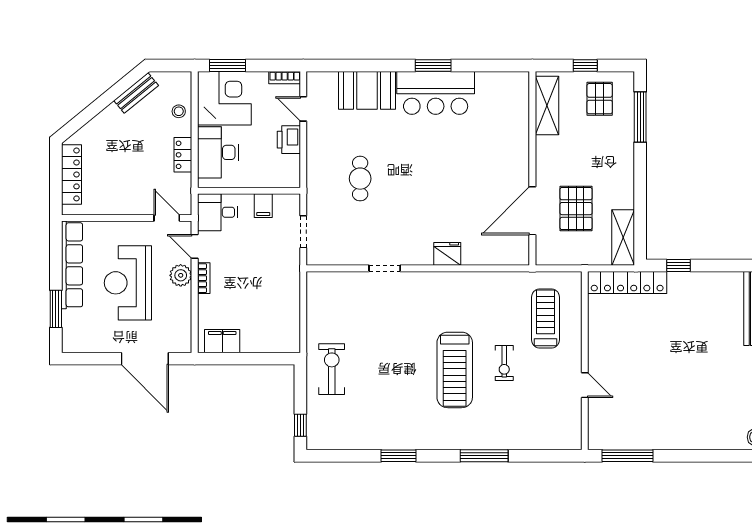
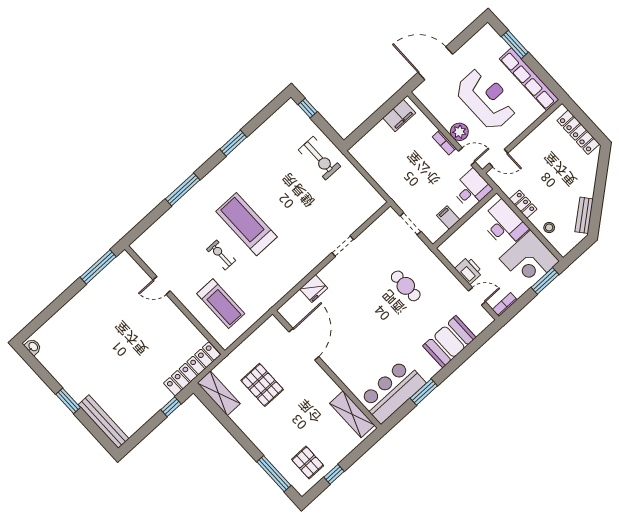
bar counter: (436, 93) -> (392, 391), moved
shelving: (547, 106) -> (352, 414), moved
wall: (532, 168) -> (327, 369), moved
door: (532, 211) -> (304, 344), moved

